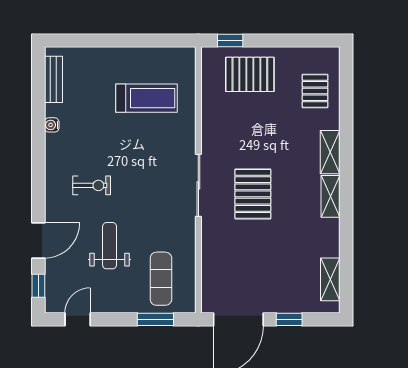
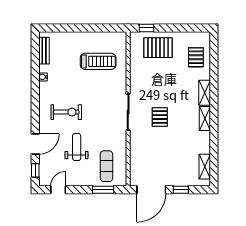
exercise bike: (92, 185) -> (66, 112), width x1.38, depth x1.39
pallet: (253, 194) -> (160, 117), width x0.67, depth x0.71

